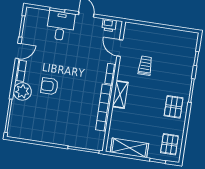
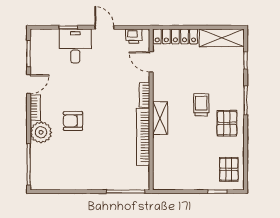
locker: (143, 30) -> (175, 36), added
trolley: (145, 66) -> (201, 105), moved
shelving: (129, 148) -> (222, 38), moved

